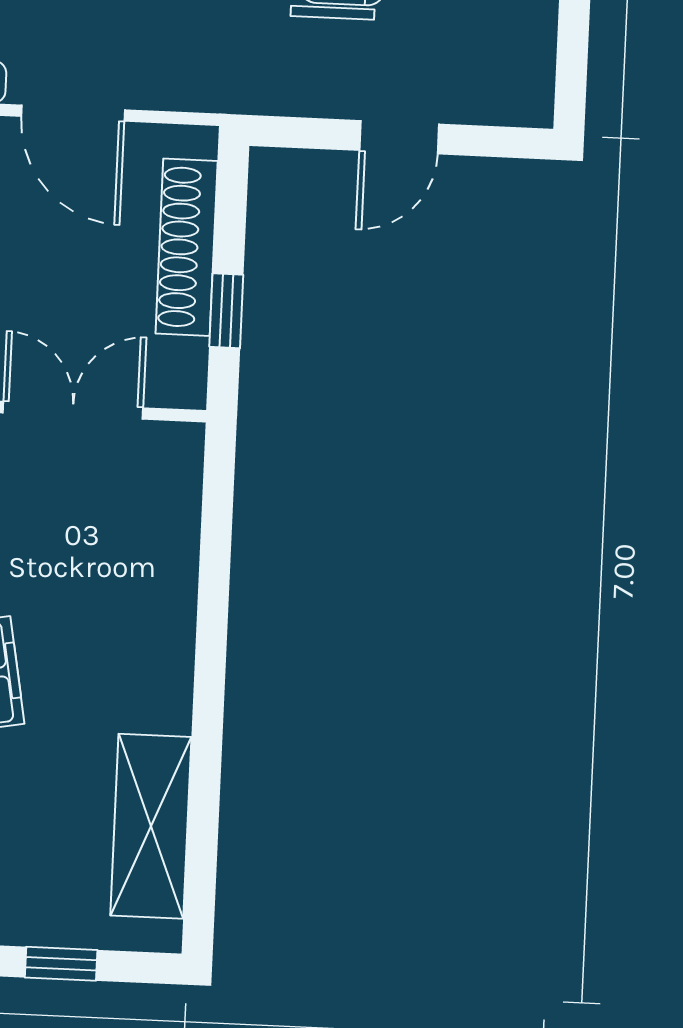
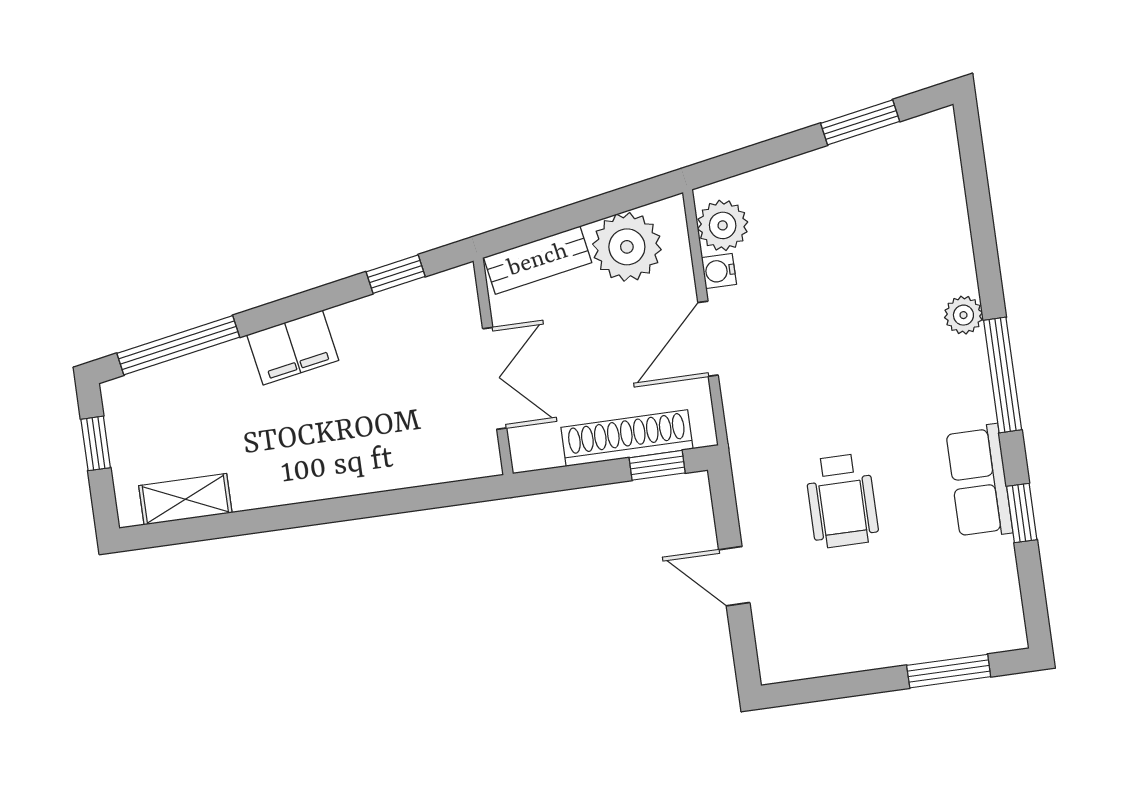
window: (226, 311) -> (657, 465), moved
shelving: (151, 826) -> (185, 499), width x0.67, depth x0.75

